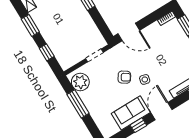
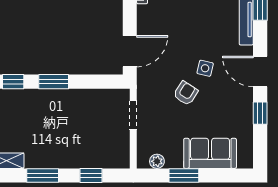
plant: (80, 82) -> (157, 161), width x0.53, depth x0.53
window: (78, 104) -> (184, 175), width x0.69
sofa: (131, 113) -> (210, 153), moved, turned 90

